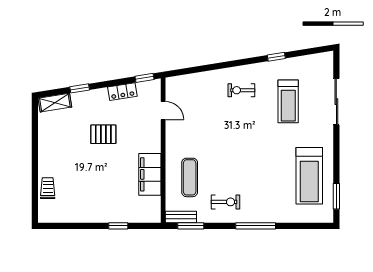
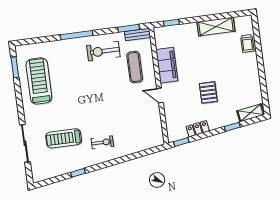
treadmill: (288, 101) -> (64, 138), turned -90
door: (163, 110) -> (160, 95), moved
pallet: (103, 134) -> (208, 92), turned 90
exercise bike: (225, 202) -> (103, 51), width x1.38, depth x1.39
shelving: (83, 214) -> (216, 27), added
window: (118, 226) -> (171, 23), moved

